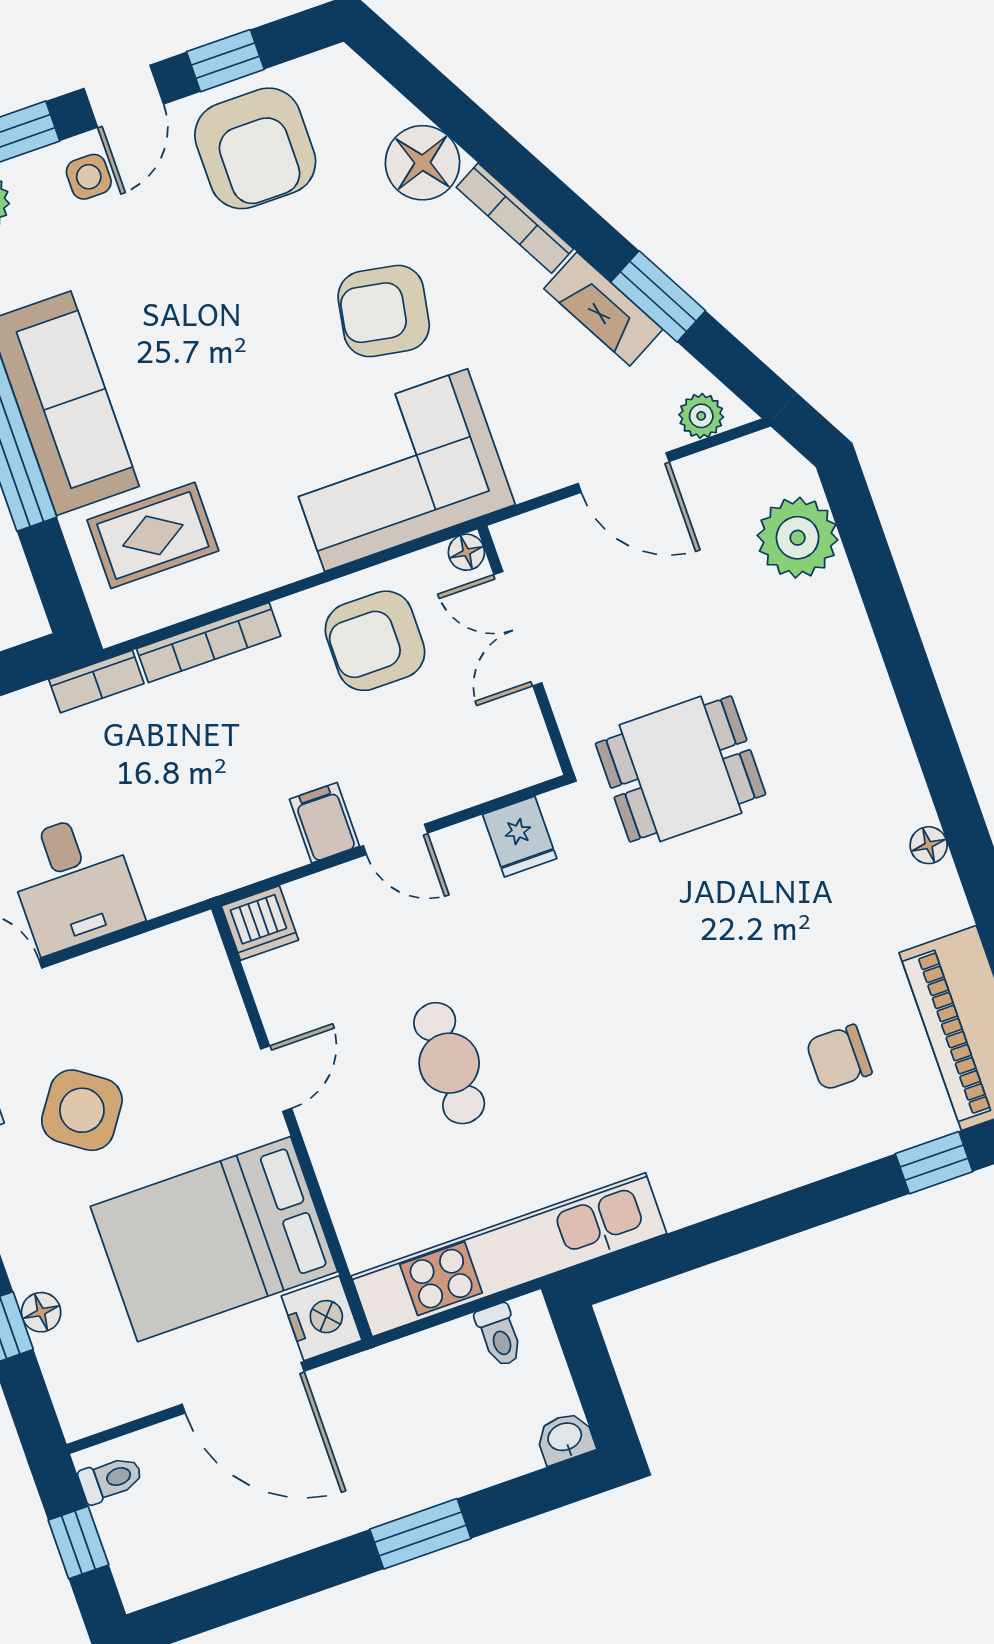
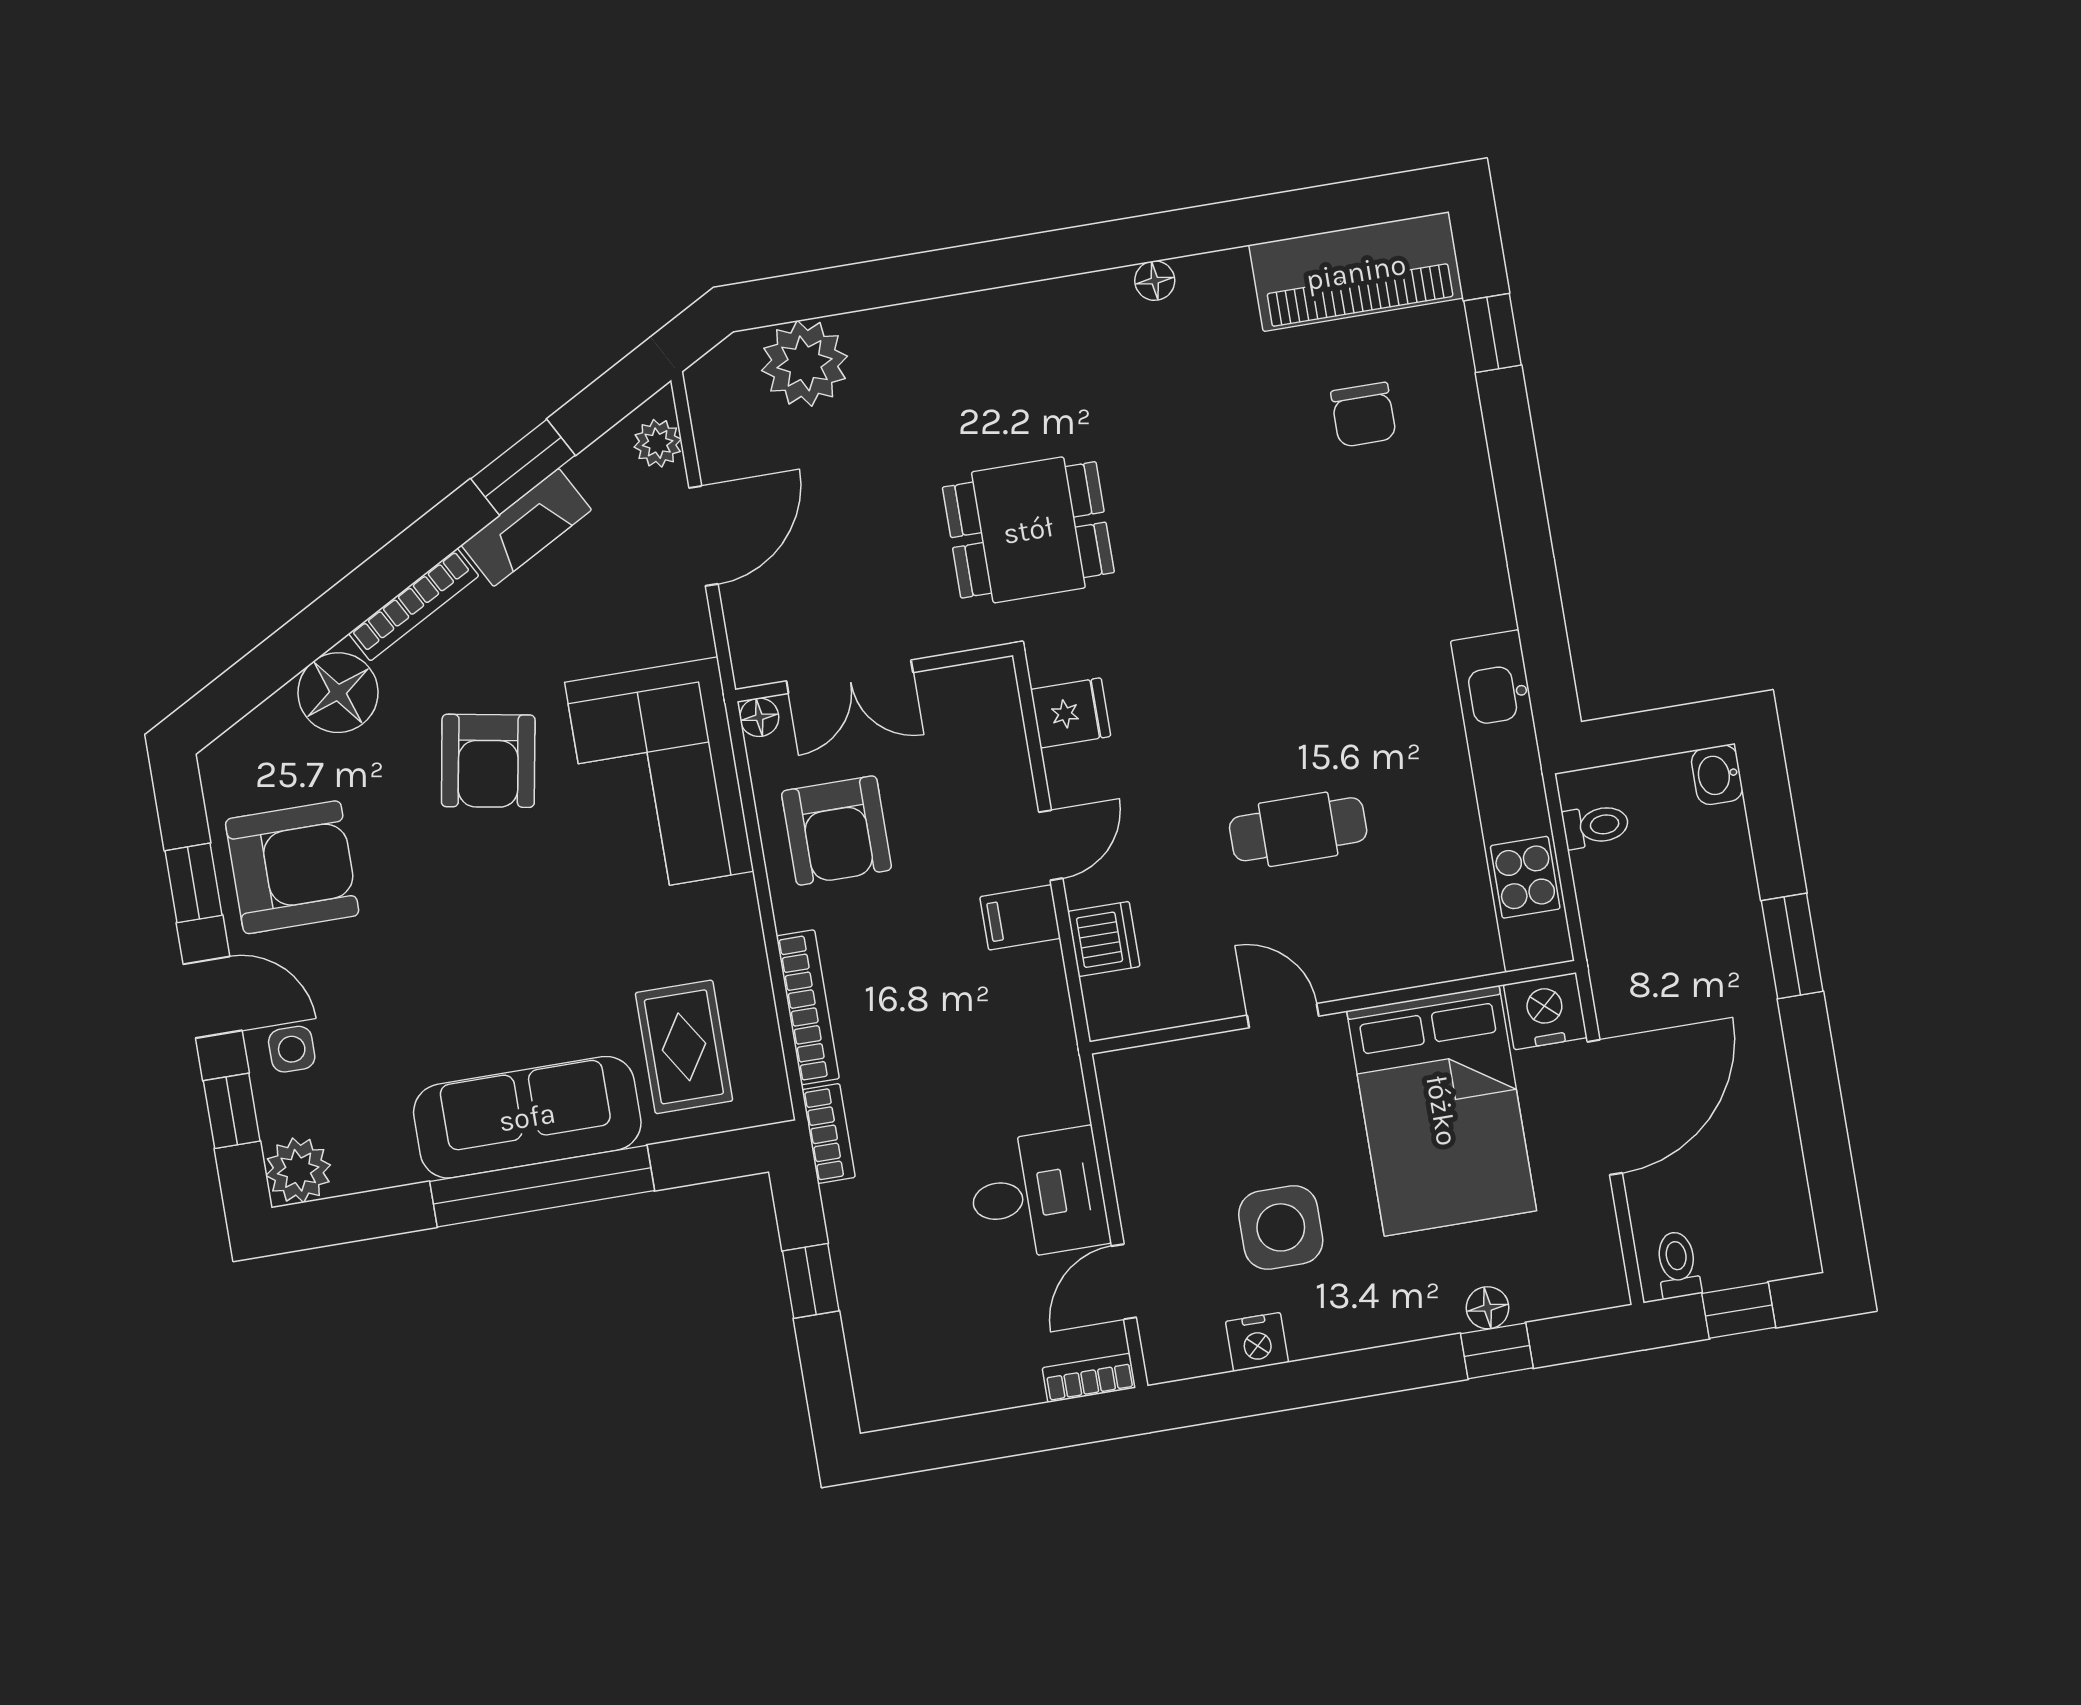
dining table: (681, 769) -> (1028, 530), turned 90
dishwasher: (260, 923) -> (1104, 939), moved
side table: (82, 1110) -> (1281, 1227), turned -35

